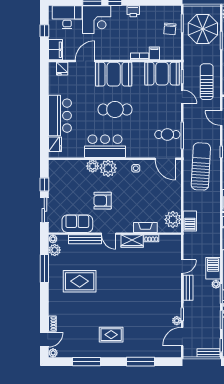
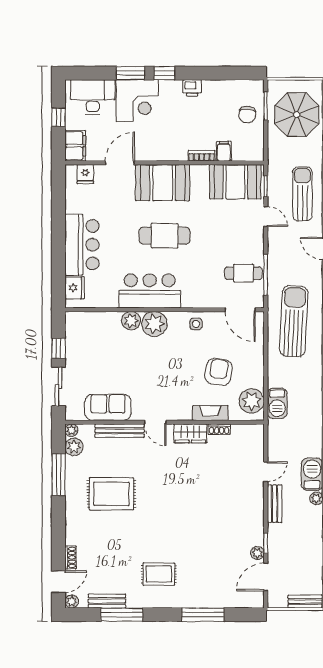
armchair: (103, 201) -> (219, 372), moved, turned 99
bench: (77, 353) -> (107, 601), added

